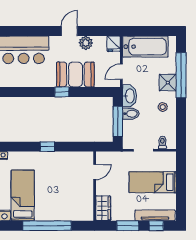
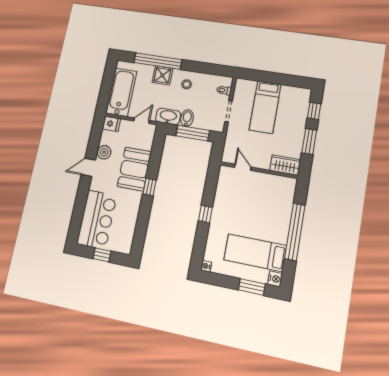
door: (69, 31) -> (88, 167), hinge flipped
door: (121, 72) -> (141, 121), swing flipped
tv unit: (155, 215) -> (302, 110), removed

